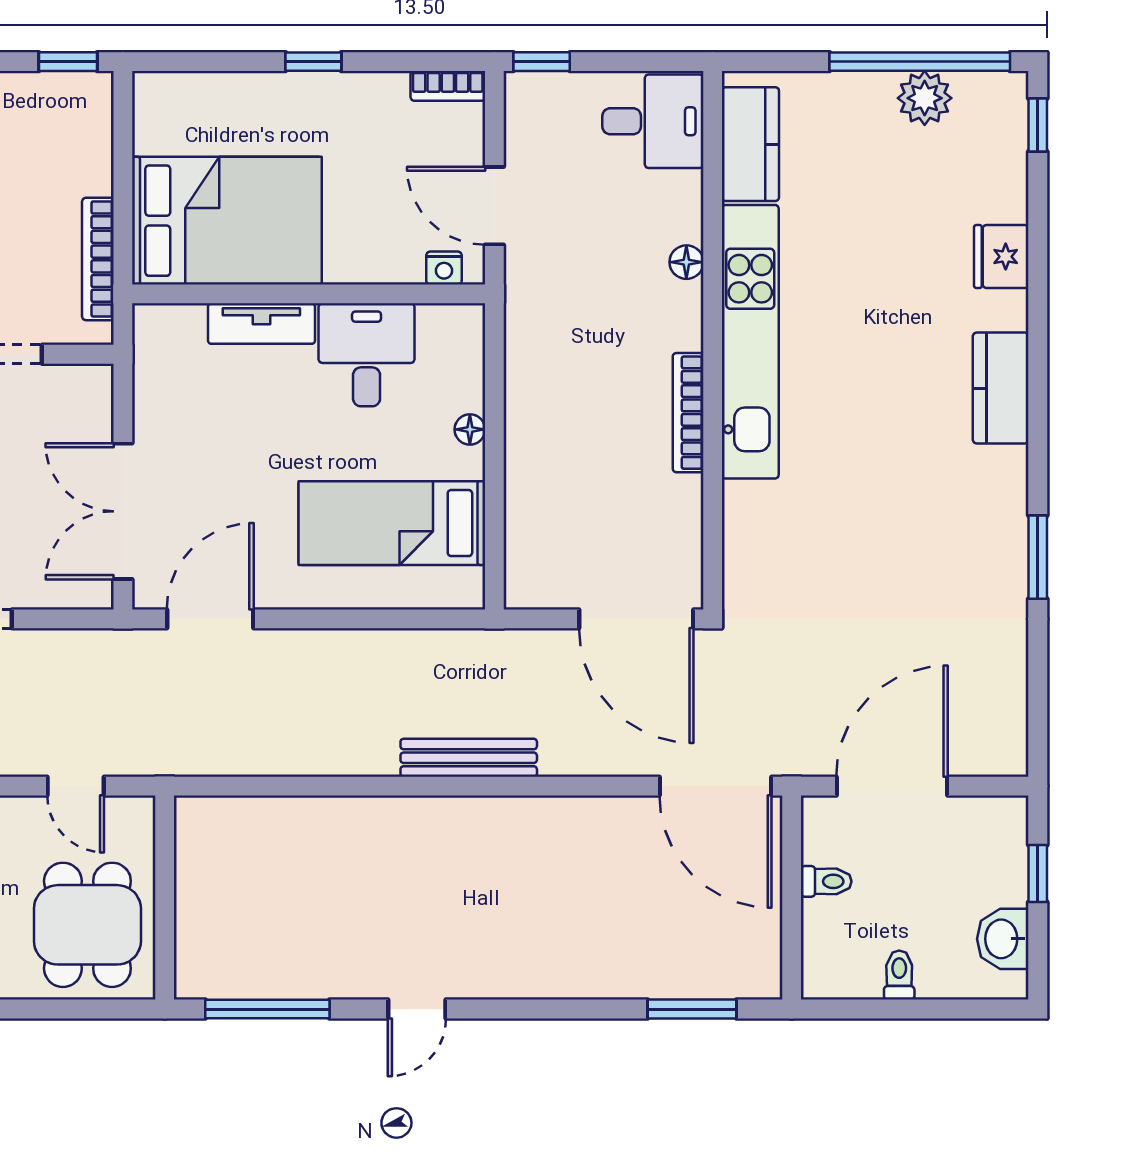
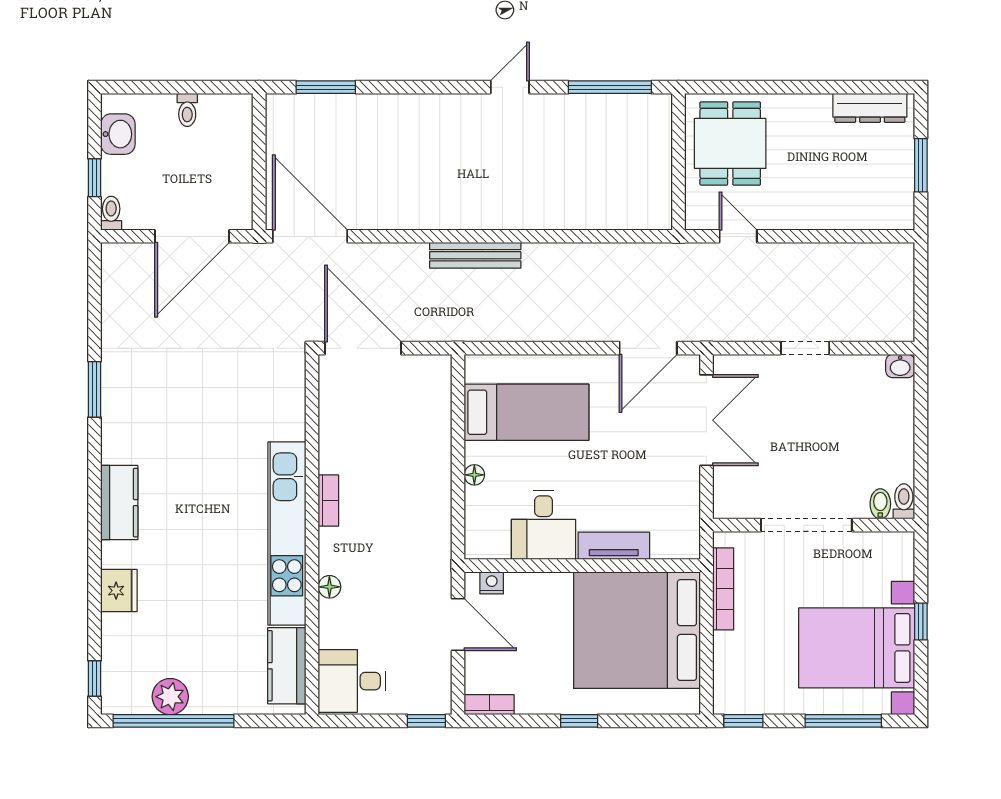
bed: (227, 221) -> (637, 630), width x1.36
bookcase: (688, 413) -> (328, 501), width x0.64
toilet: (826, 881) -> (111, 213), moved, turned 90

